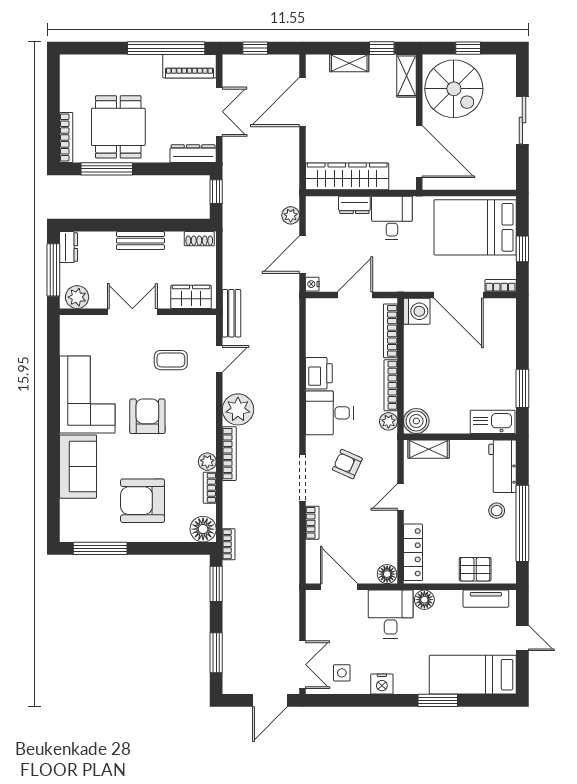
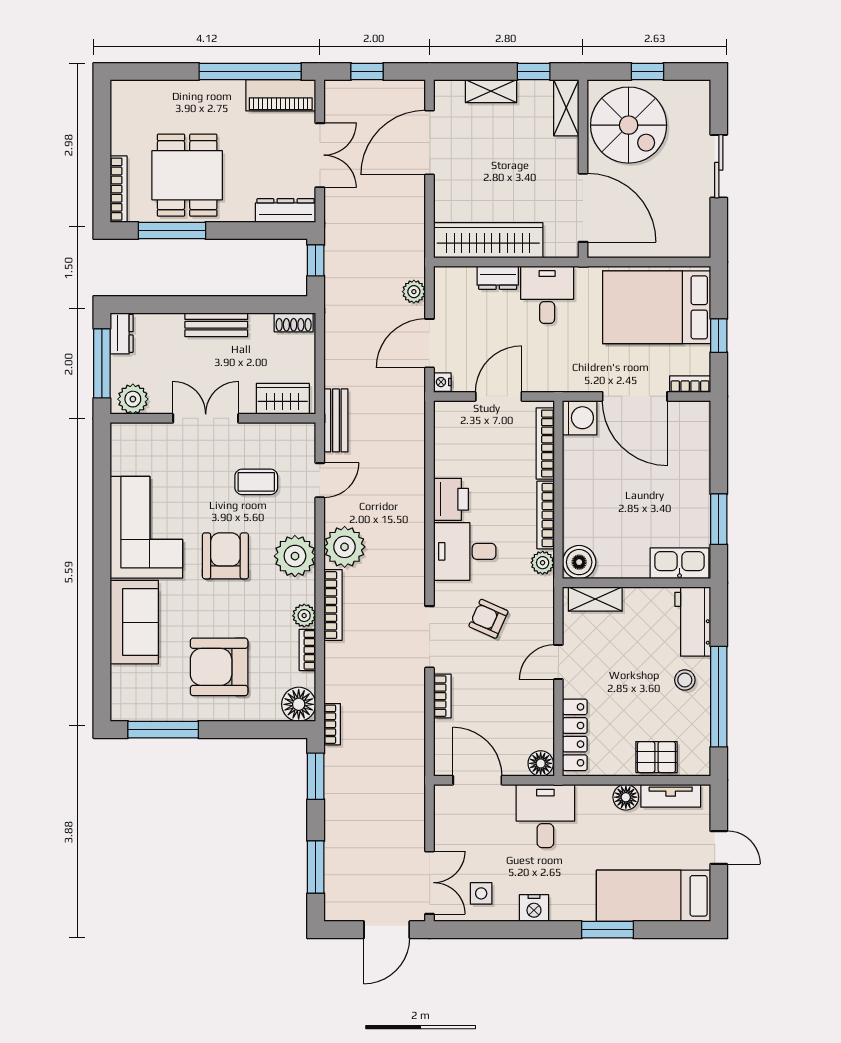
plant: (200, 416) -> (295, 556), added
floor lamp: (424, 600) -> (626, 797), moved

